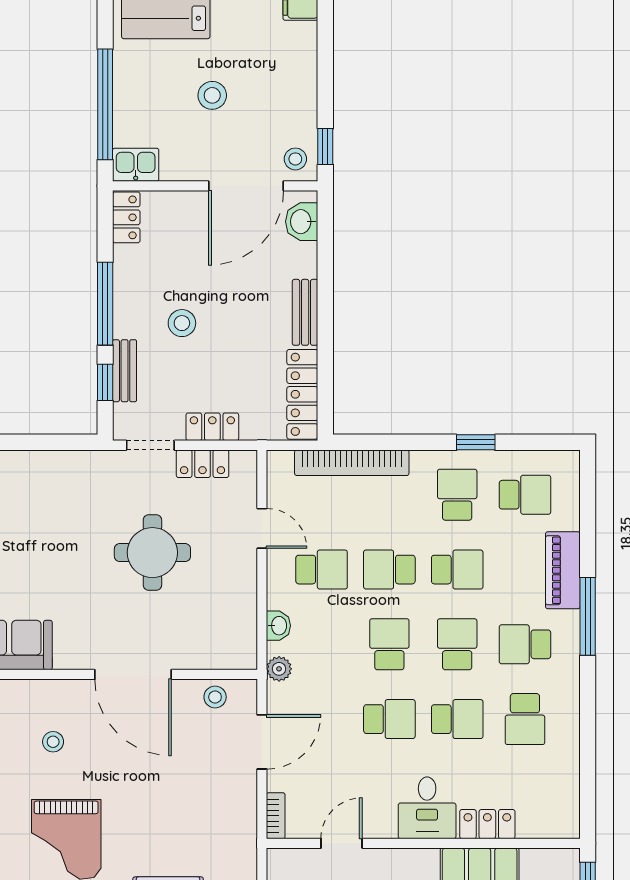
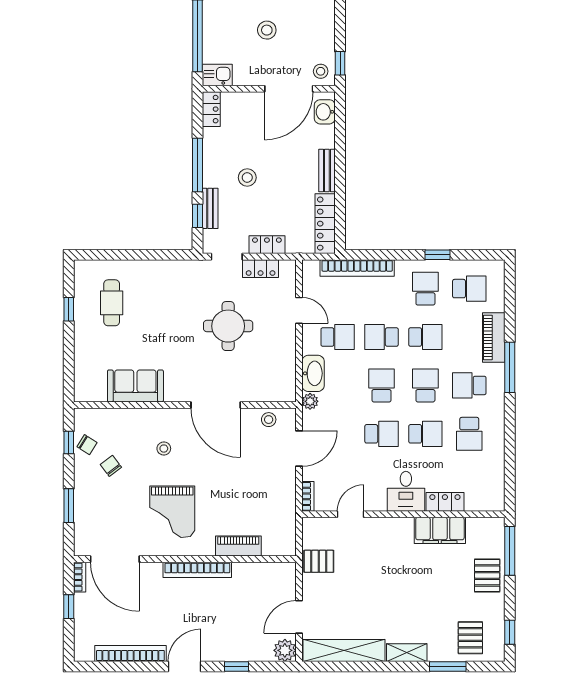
washbasin: (278, 626) -> (313, 373), width x1.91, depth x1.45

